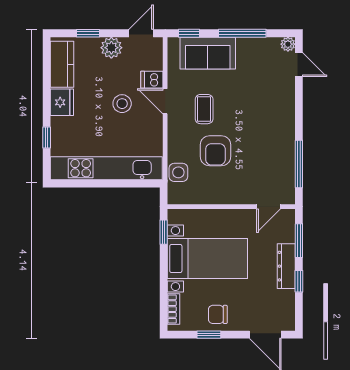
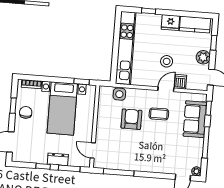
armchair: (215, 151) -> (131, 119), turned 90
dresser: (286, 266) -> (58, 159), width x0.70

